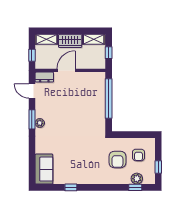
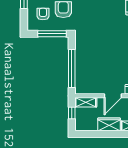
shelving: (94, 39) -> (86, 102), moved
window: (129, 135) -> (52, 34), added

